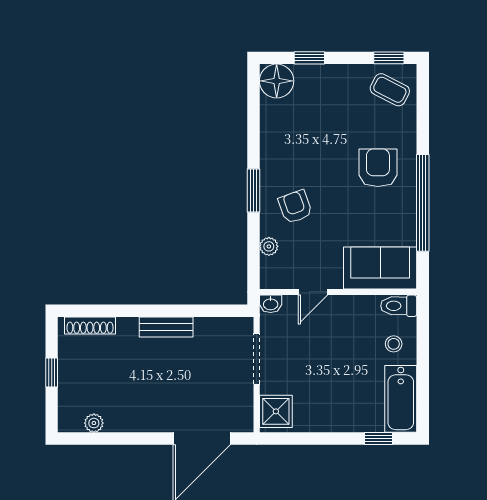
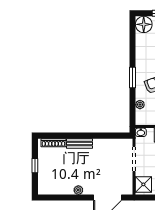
bench: (166, 327) -> (80, 144), moved
plant: (94, 423) -> (78, 190), moved

